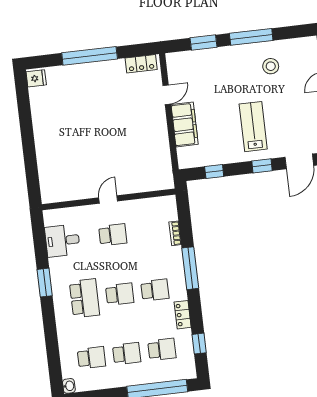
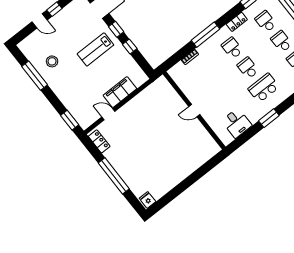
window: (251, 37) -> (35, 76), moved
window: (203, 42) -> (70, 120), moved
window: (214, 171) -> (130, 47), moved
school desk: (113, 235) -> (214, 95), removed

